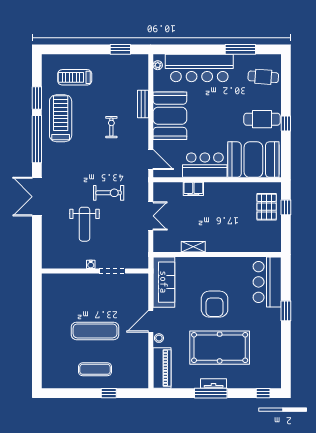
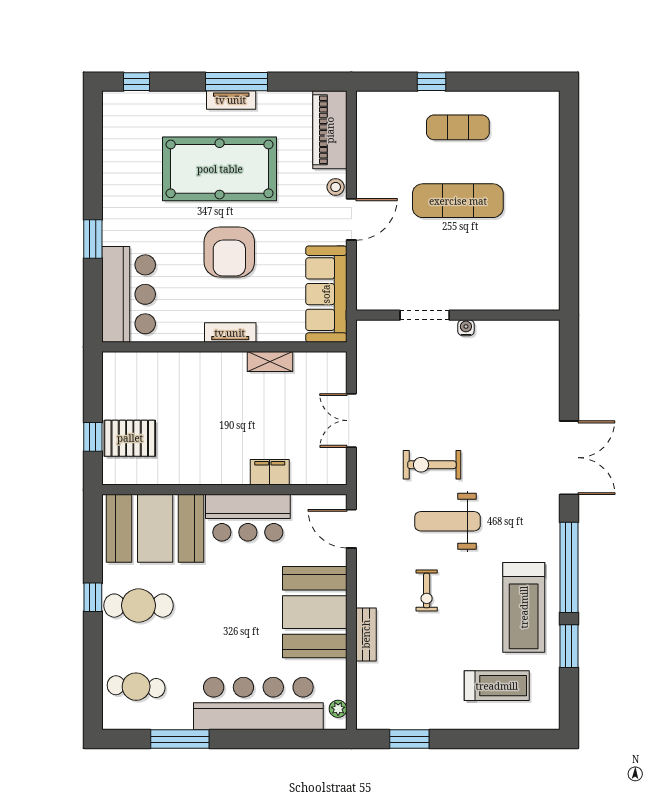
pallet: (267, 207) -> (130, 438), turned 90
weight bench: (84, 224) -> (447, 521), moved, turned -90
tv unit: (214, 262) -> (230, 333), added
armchair: (215, 304) -> (229, 252), turned 180

